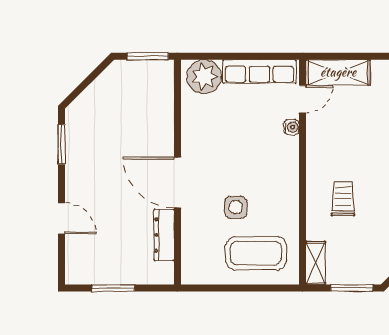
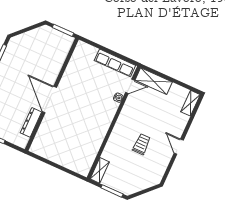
plant: (204, 77) -> (86, 53), removed
trolley: (343, 199) -> (141, 144), moved
side table: (236, 207) -> (73, 125), removed
coffee table: (256, 253) -> (72, 152), removed

